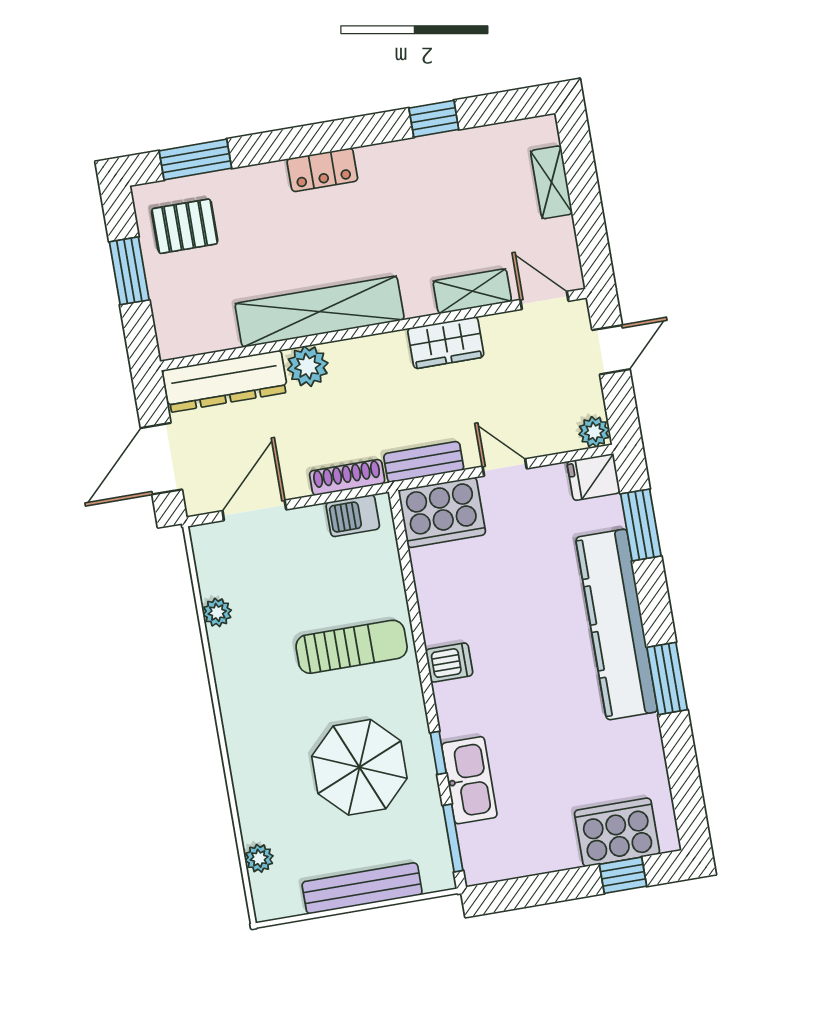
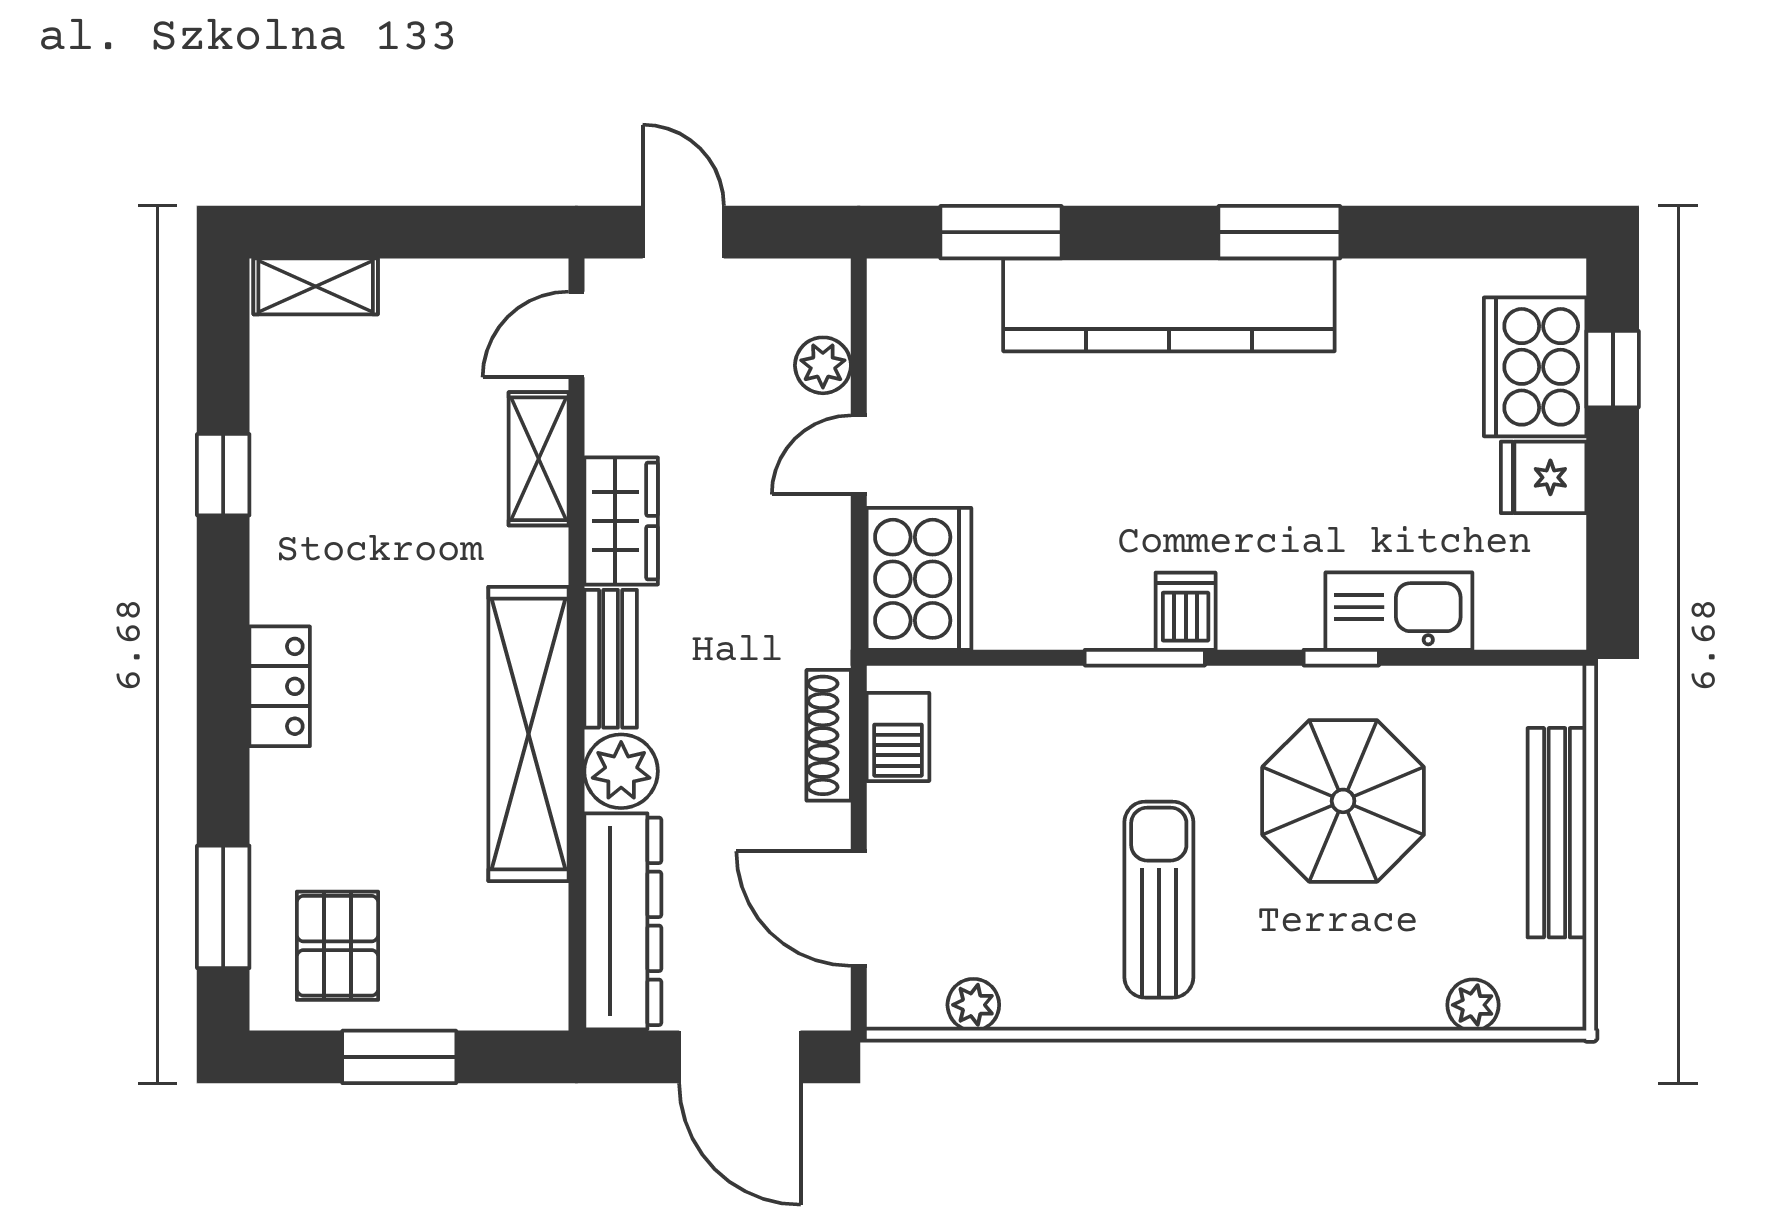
shelving: (552, 182) -> (316, 286), moved
plant: (594, 432) -> (823, 365), moved
bench: (424, 462) -> (611, 659), moved
fridge: (594, 477) -> (1544, 477), moved, turned 90
plant: (217, 612) -> (973, 1005), moved
sun lounger: (352, 647) -> (1159, 900), moved
window: (453, 838) -> (1145, 658), moved

